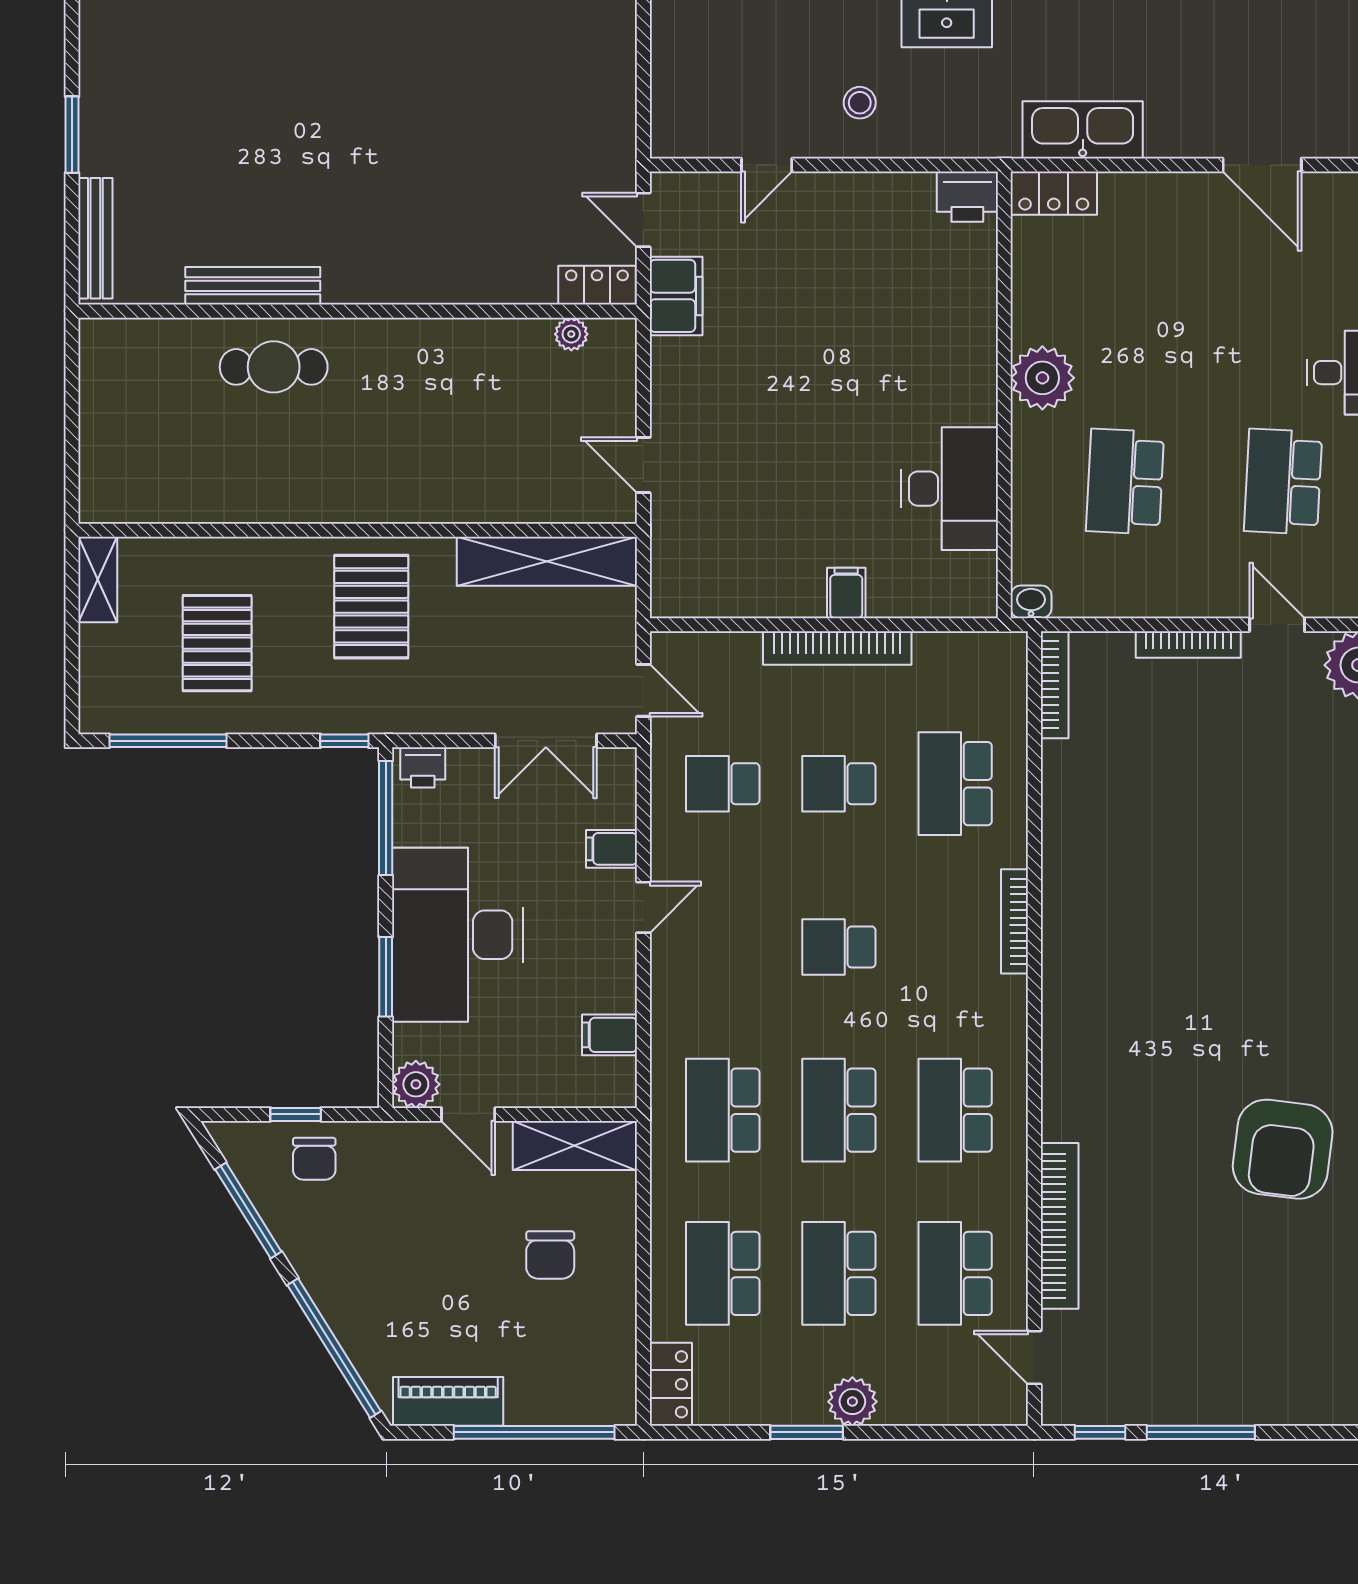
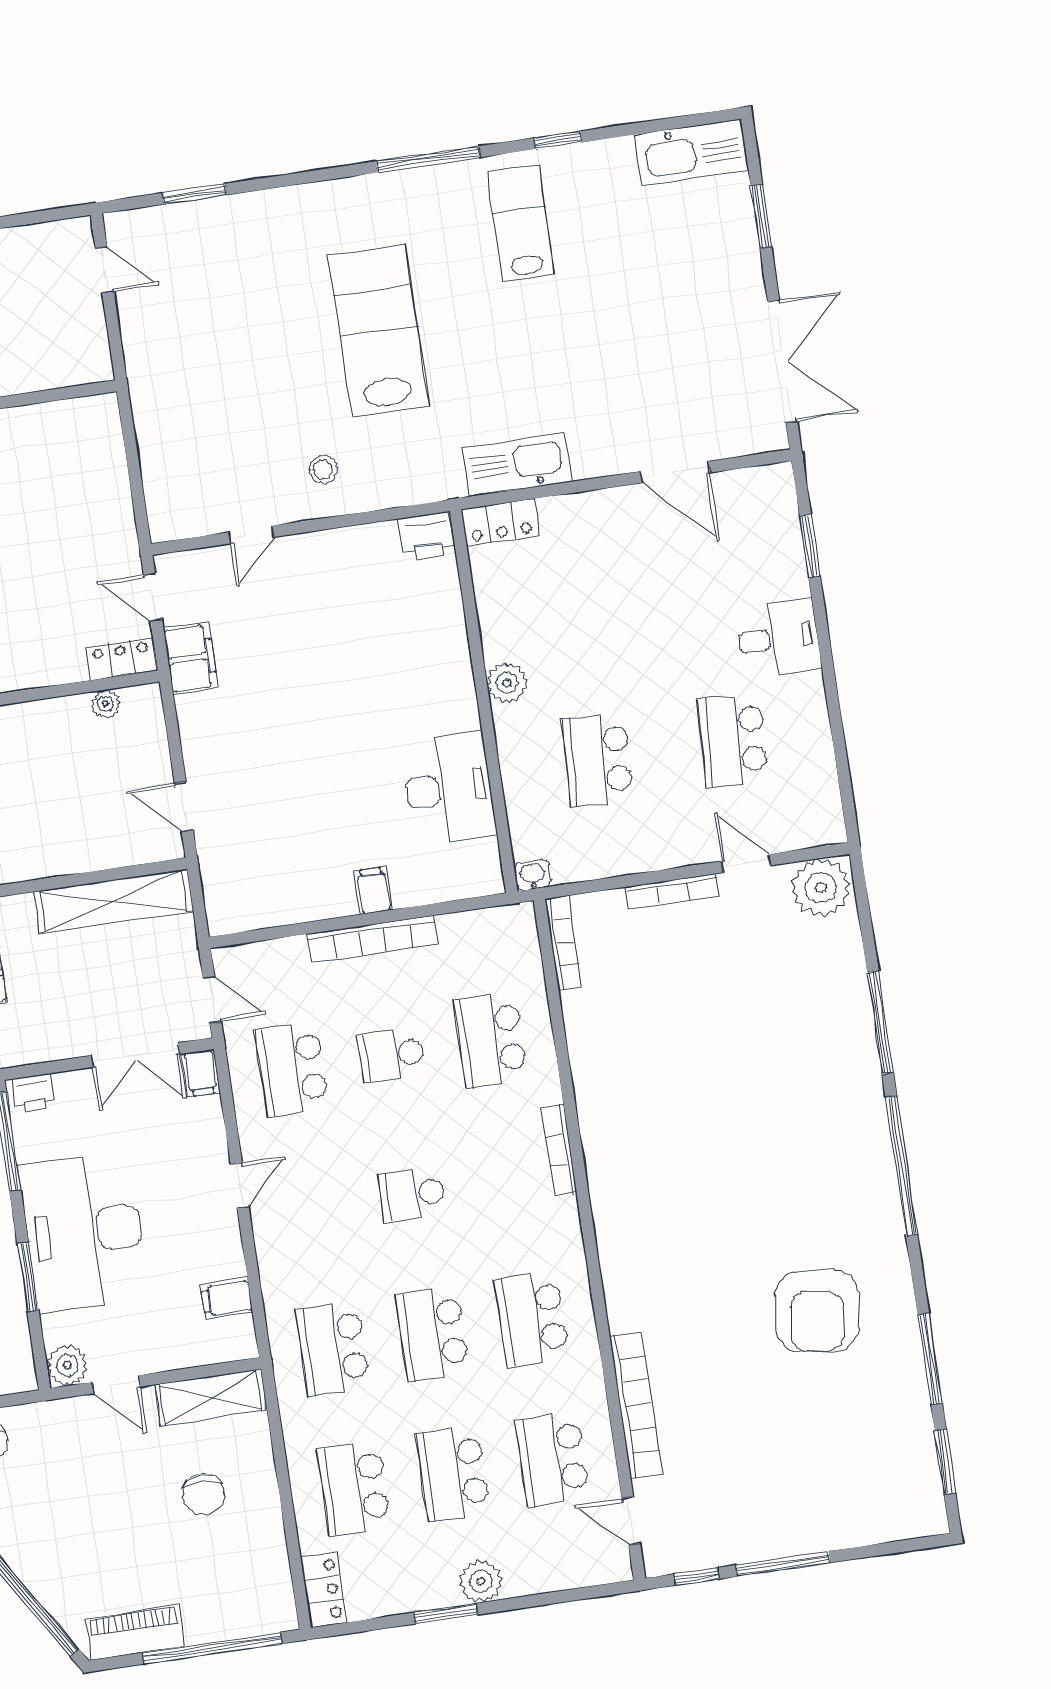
plant: (1042, 378) -> (507, 683), width x0.73, depth x0.73
school desk: (723, 784) -> (292, 1069), width x1.85
filing cabinet: (612, 849) -> (201, 1073), moved, turned -90

